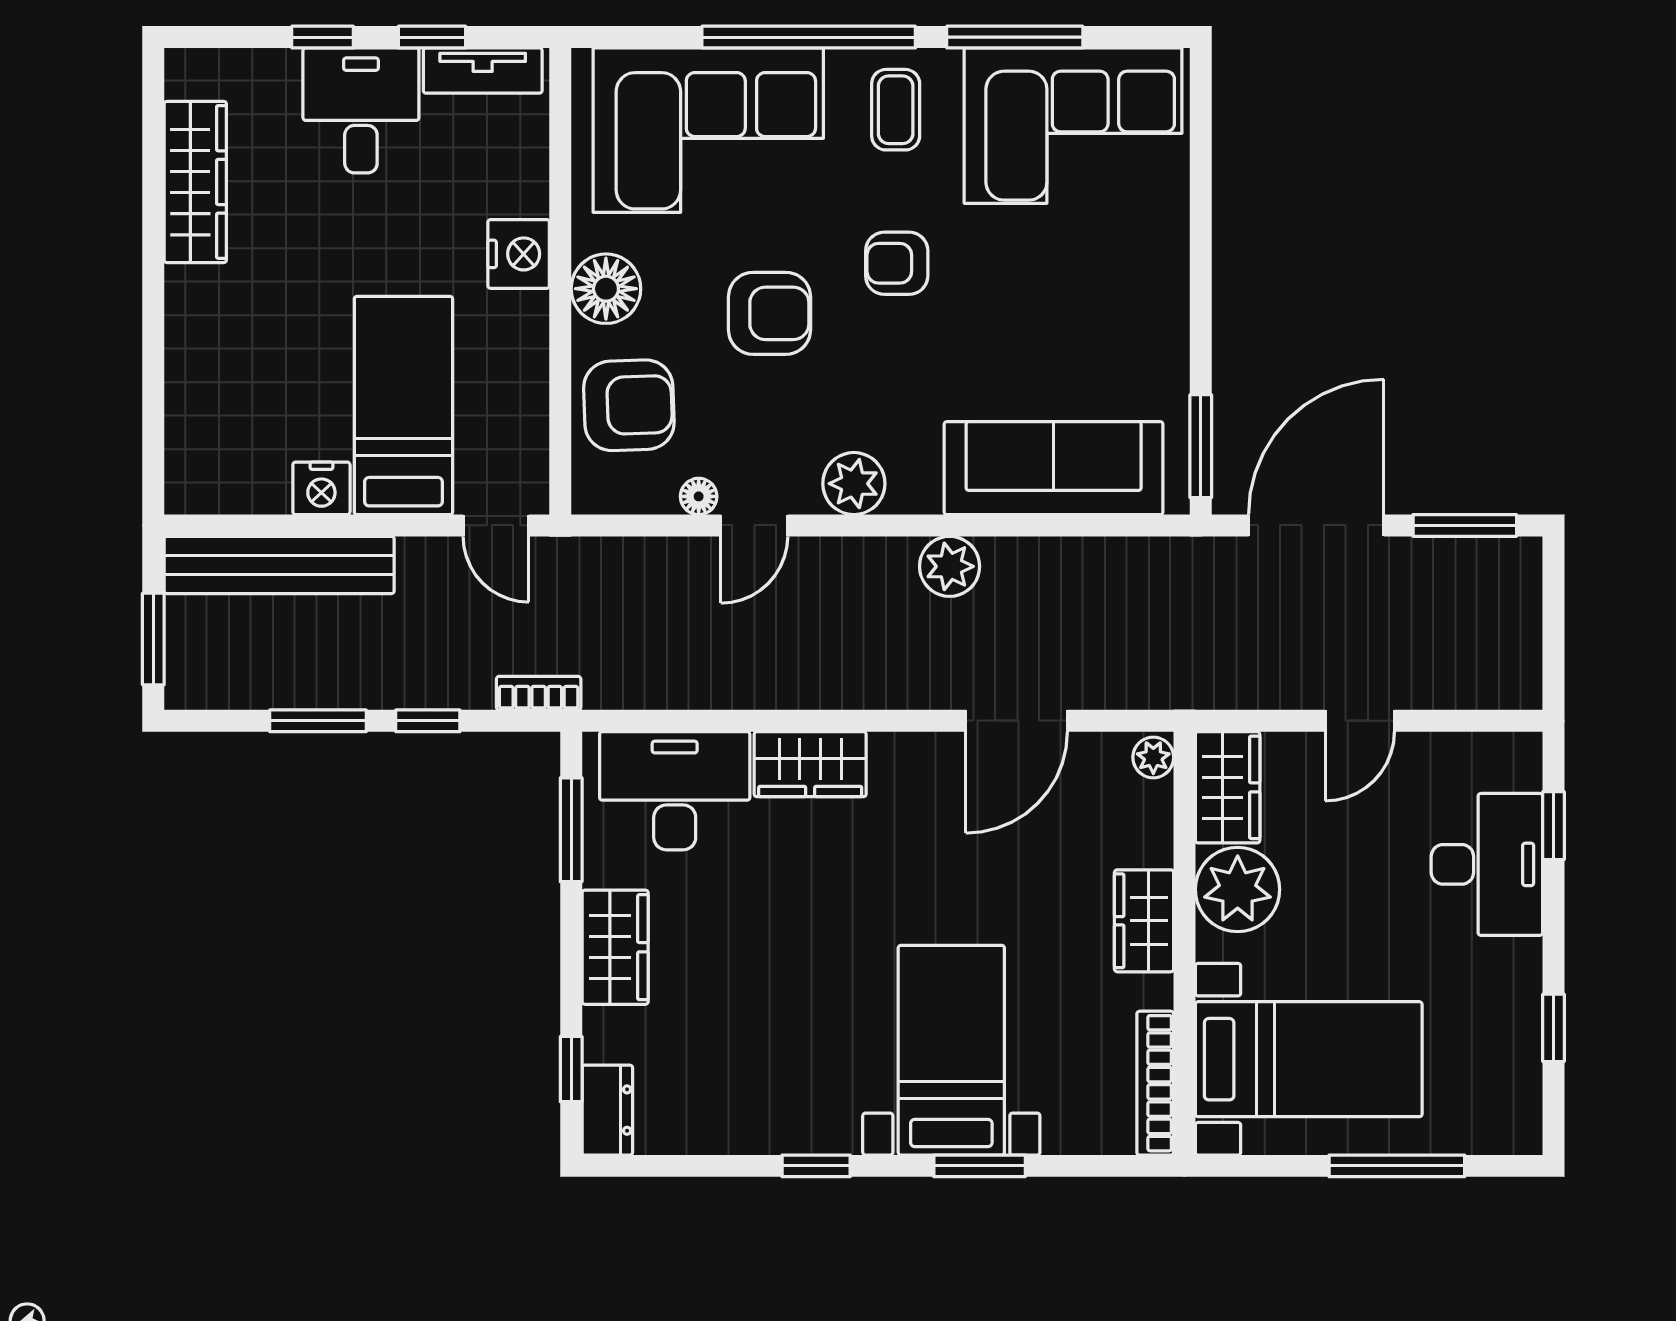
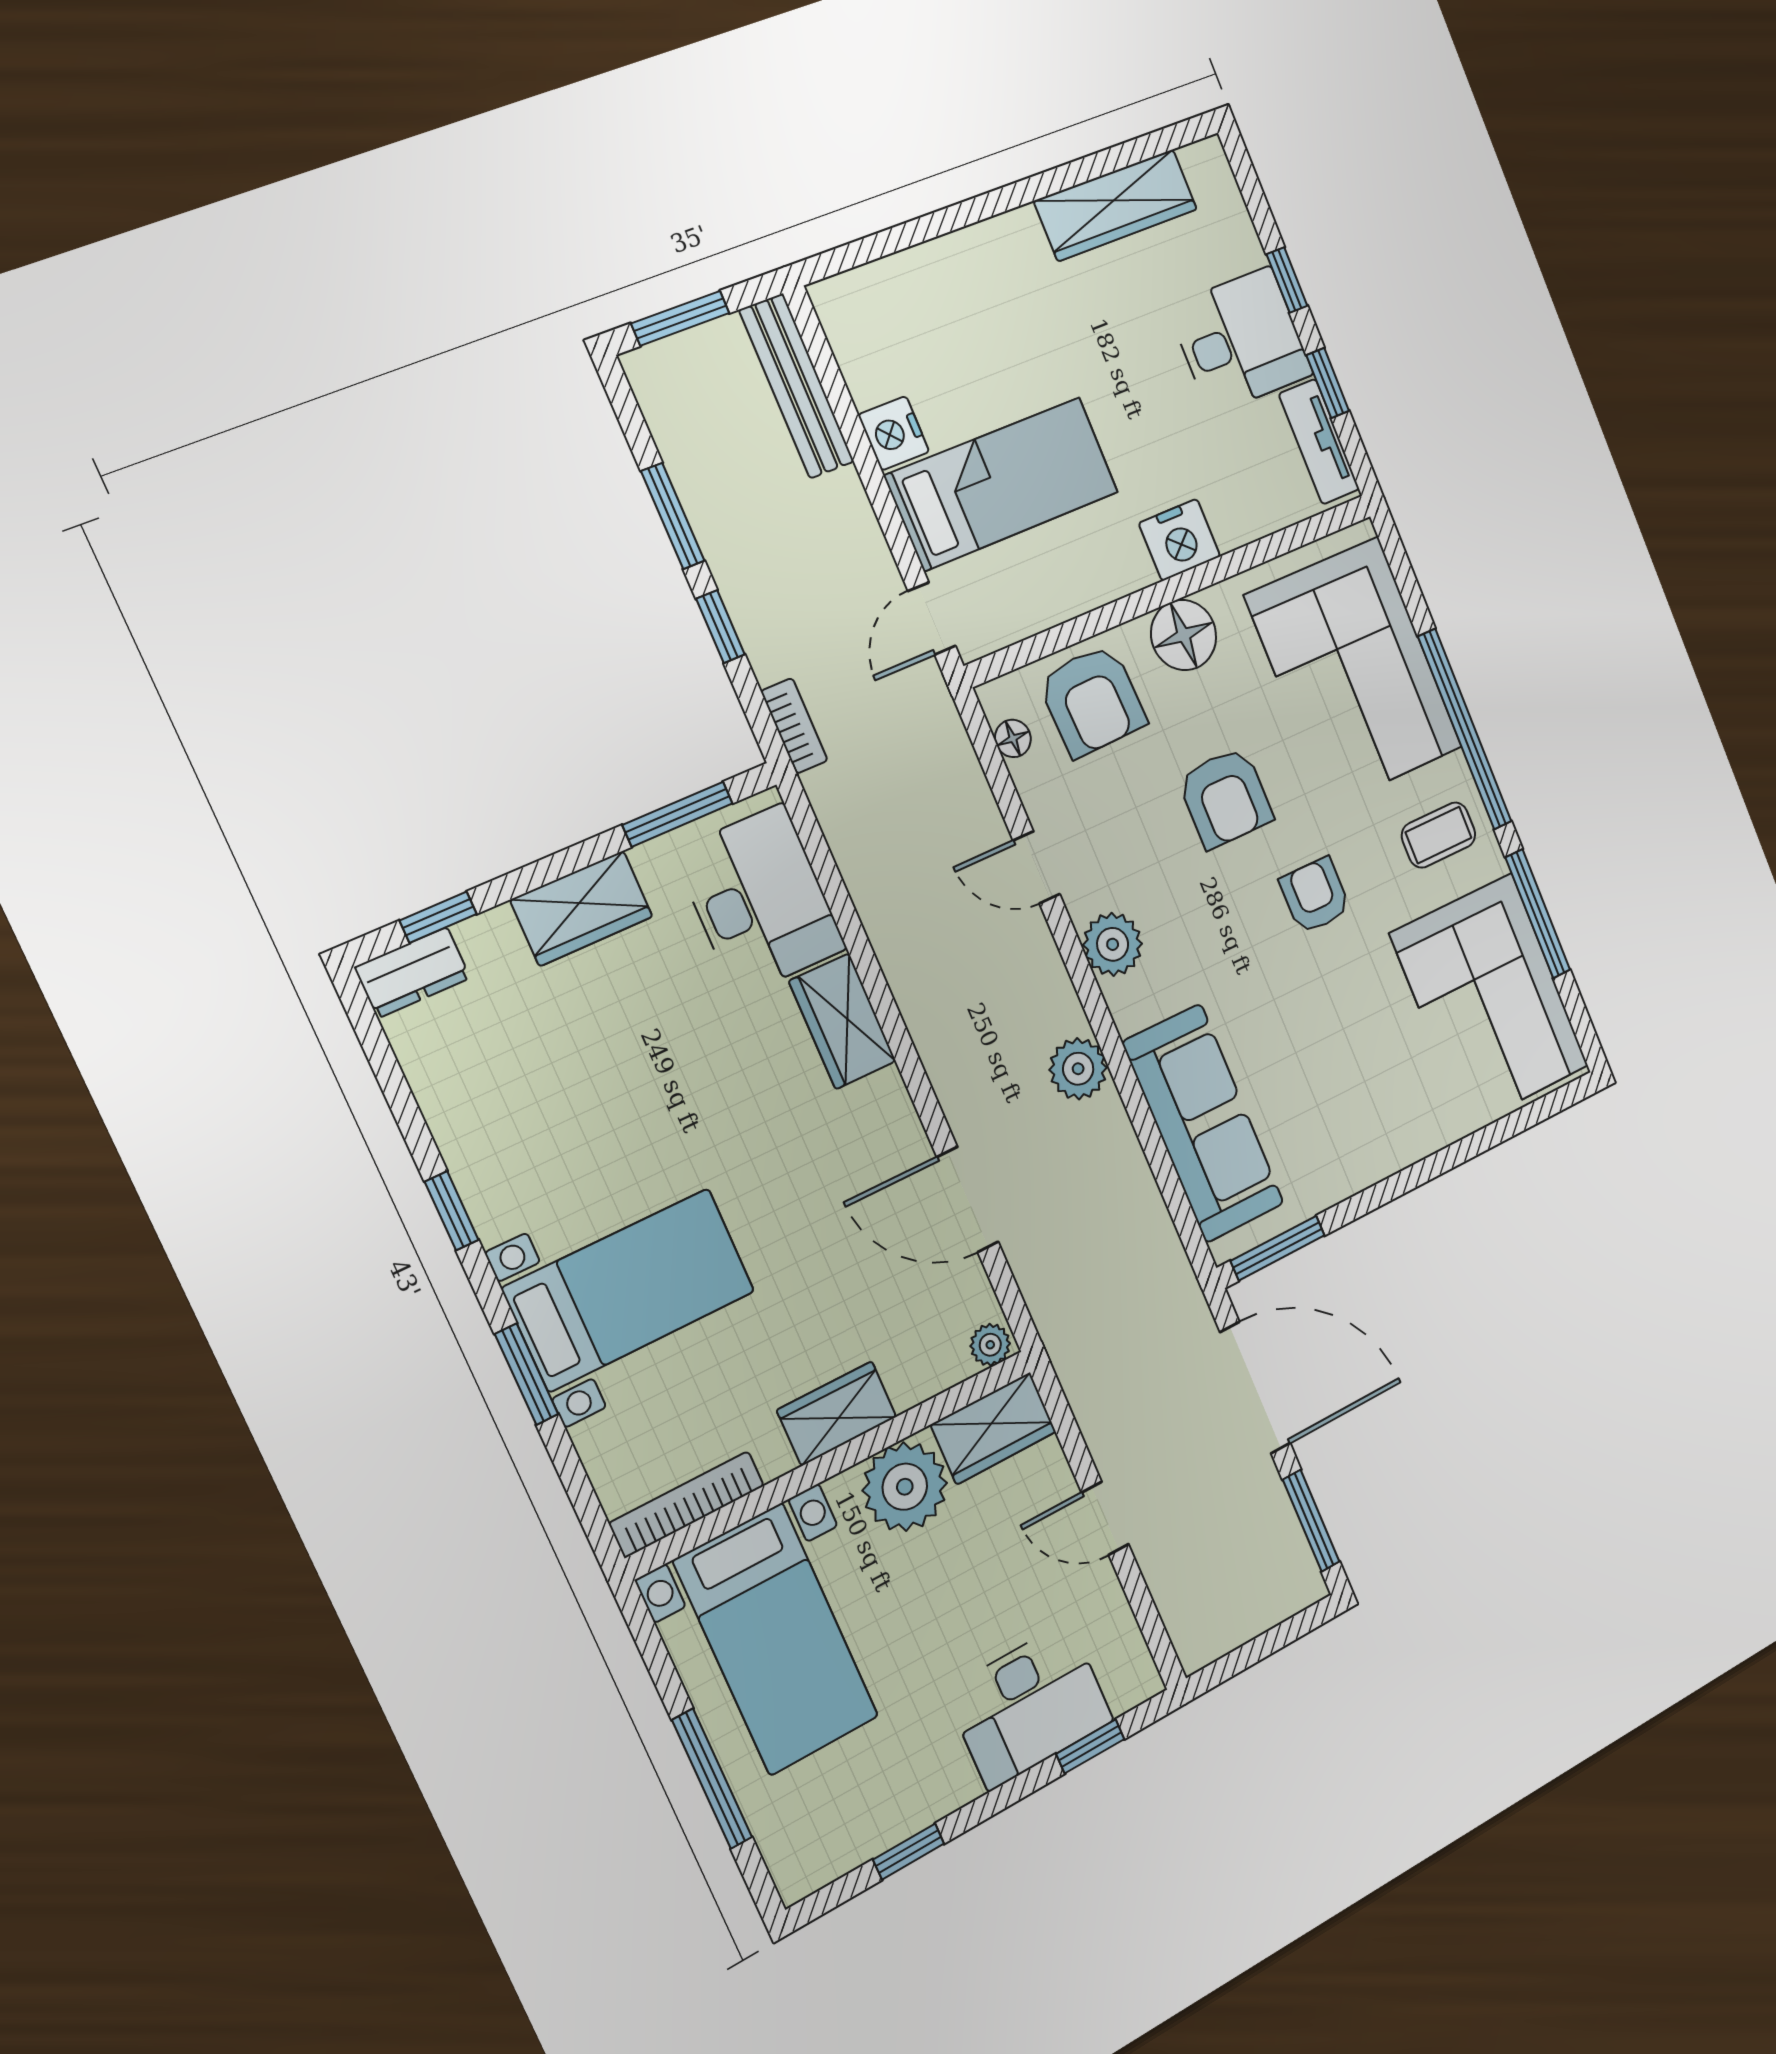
floor lamp: (699, 496) -> (1013, 738), moved
bench: (279, 565) -> (797, 386), width x0.73, depth x0.82

